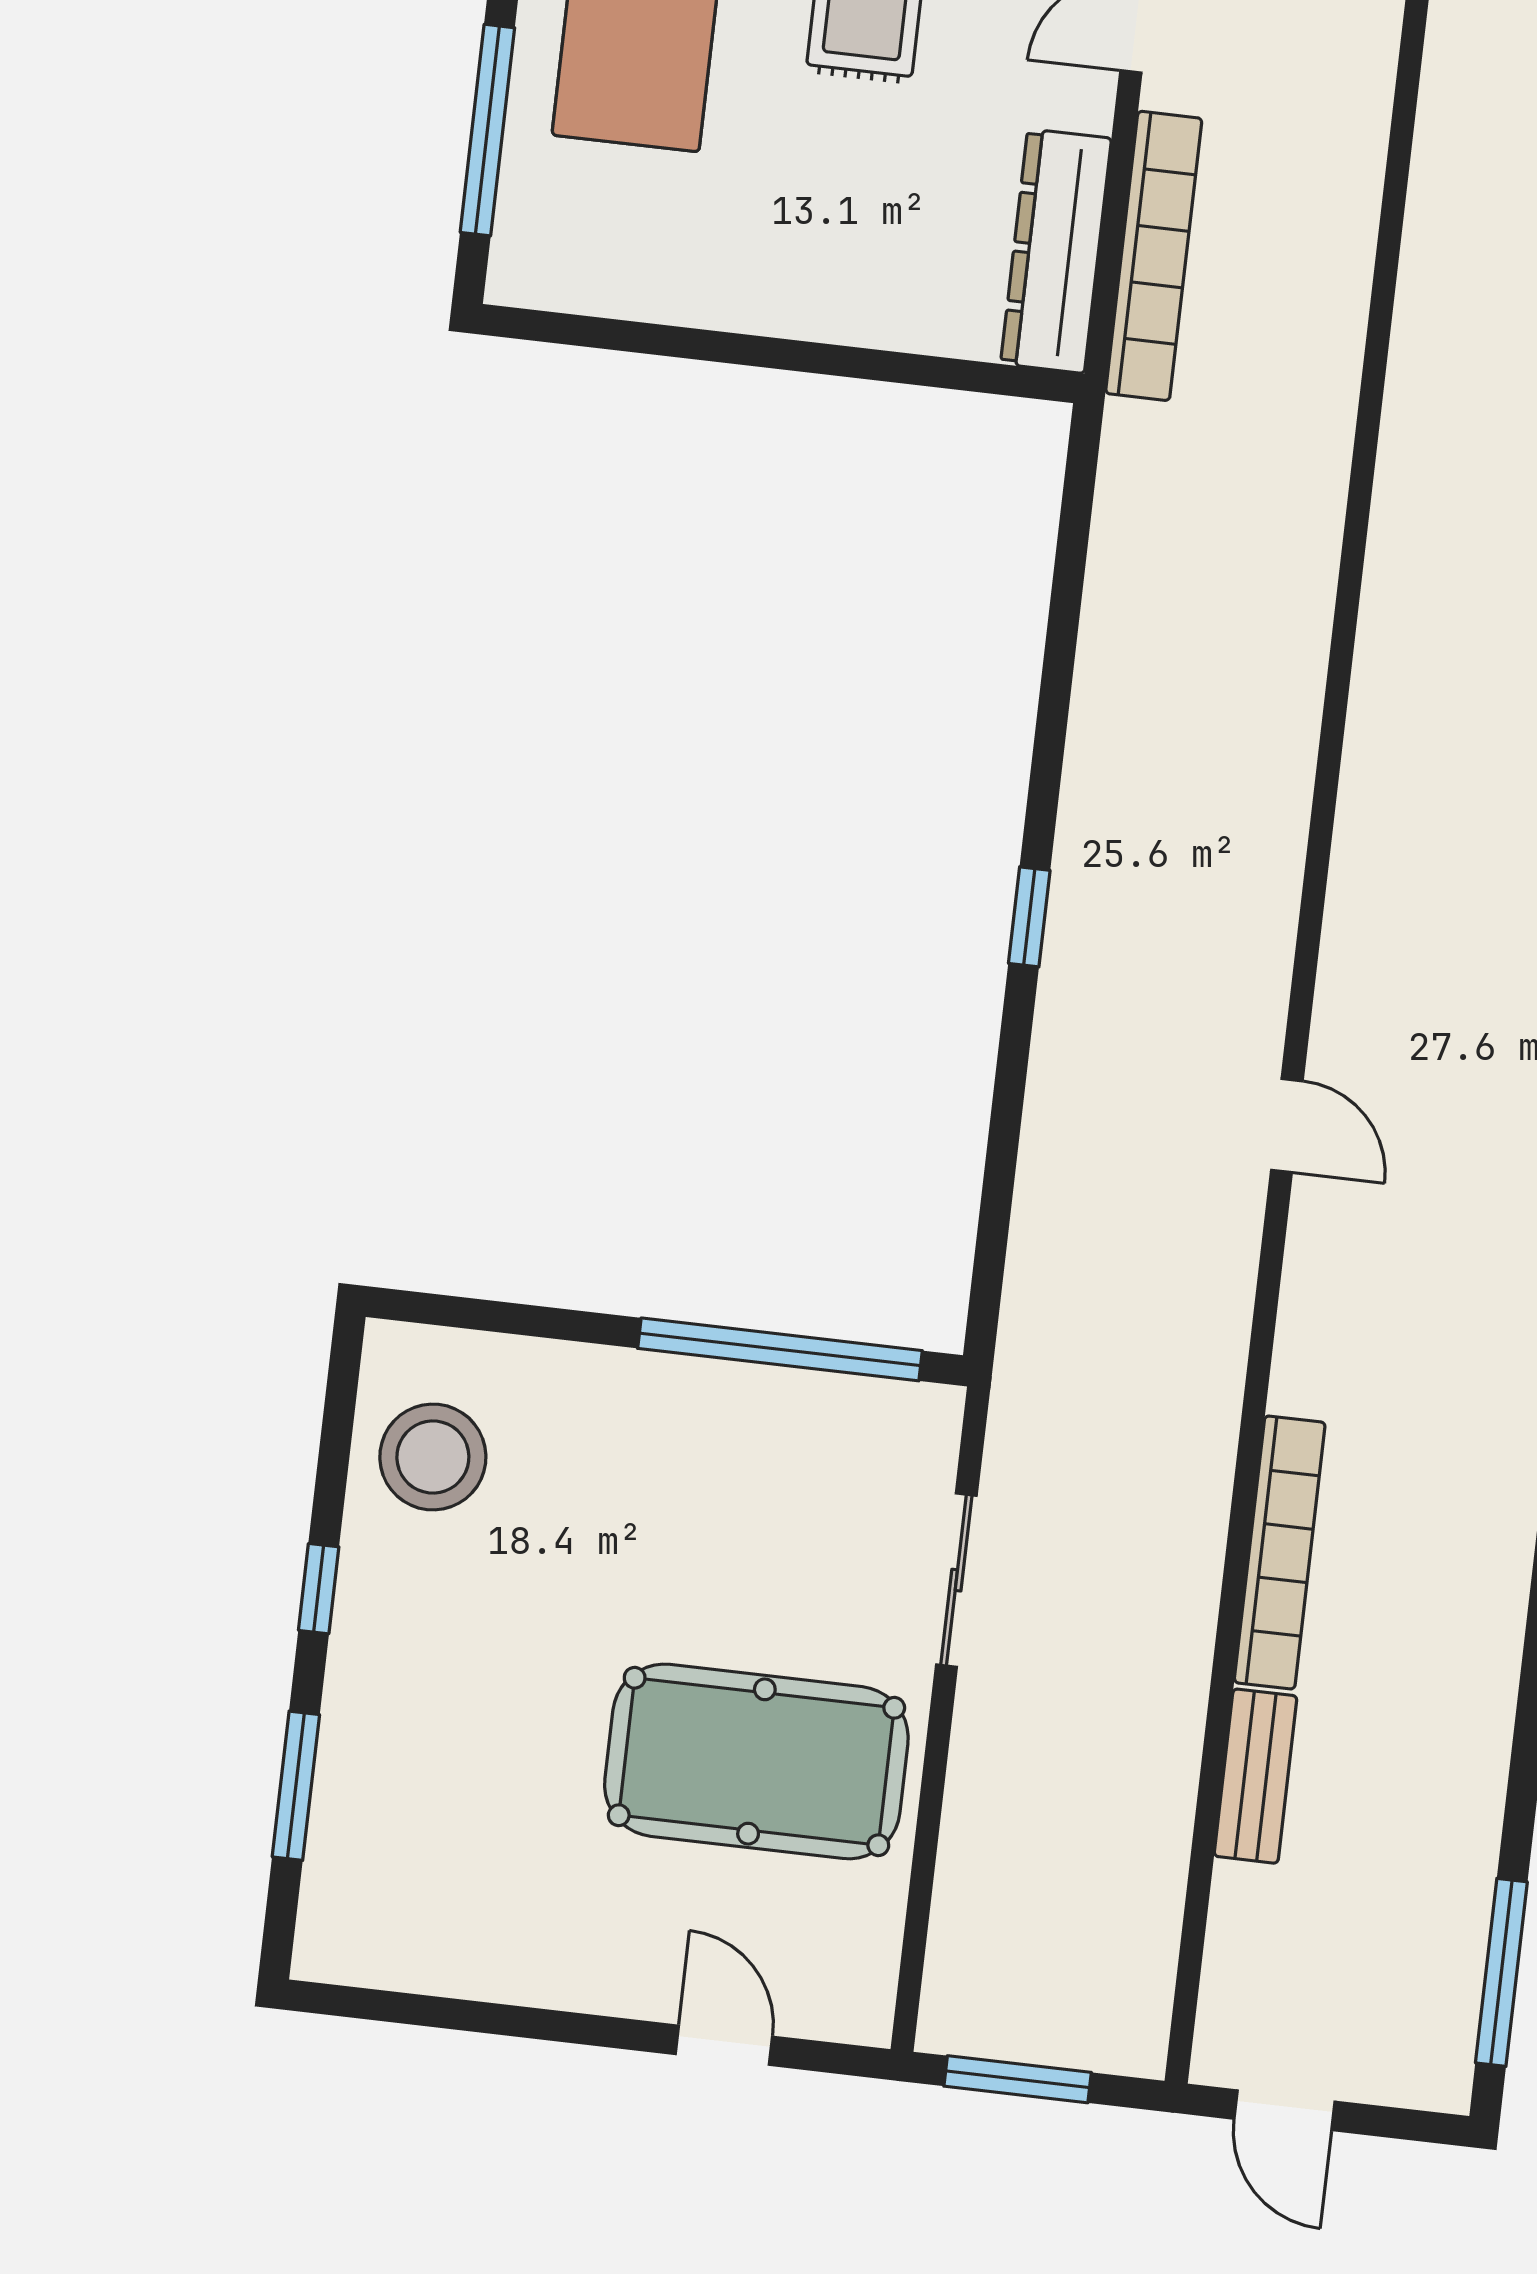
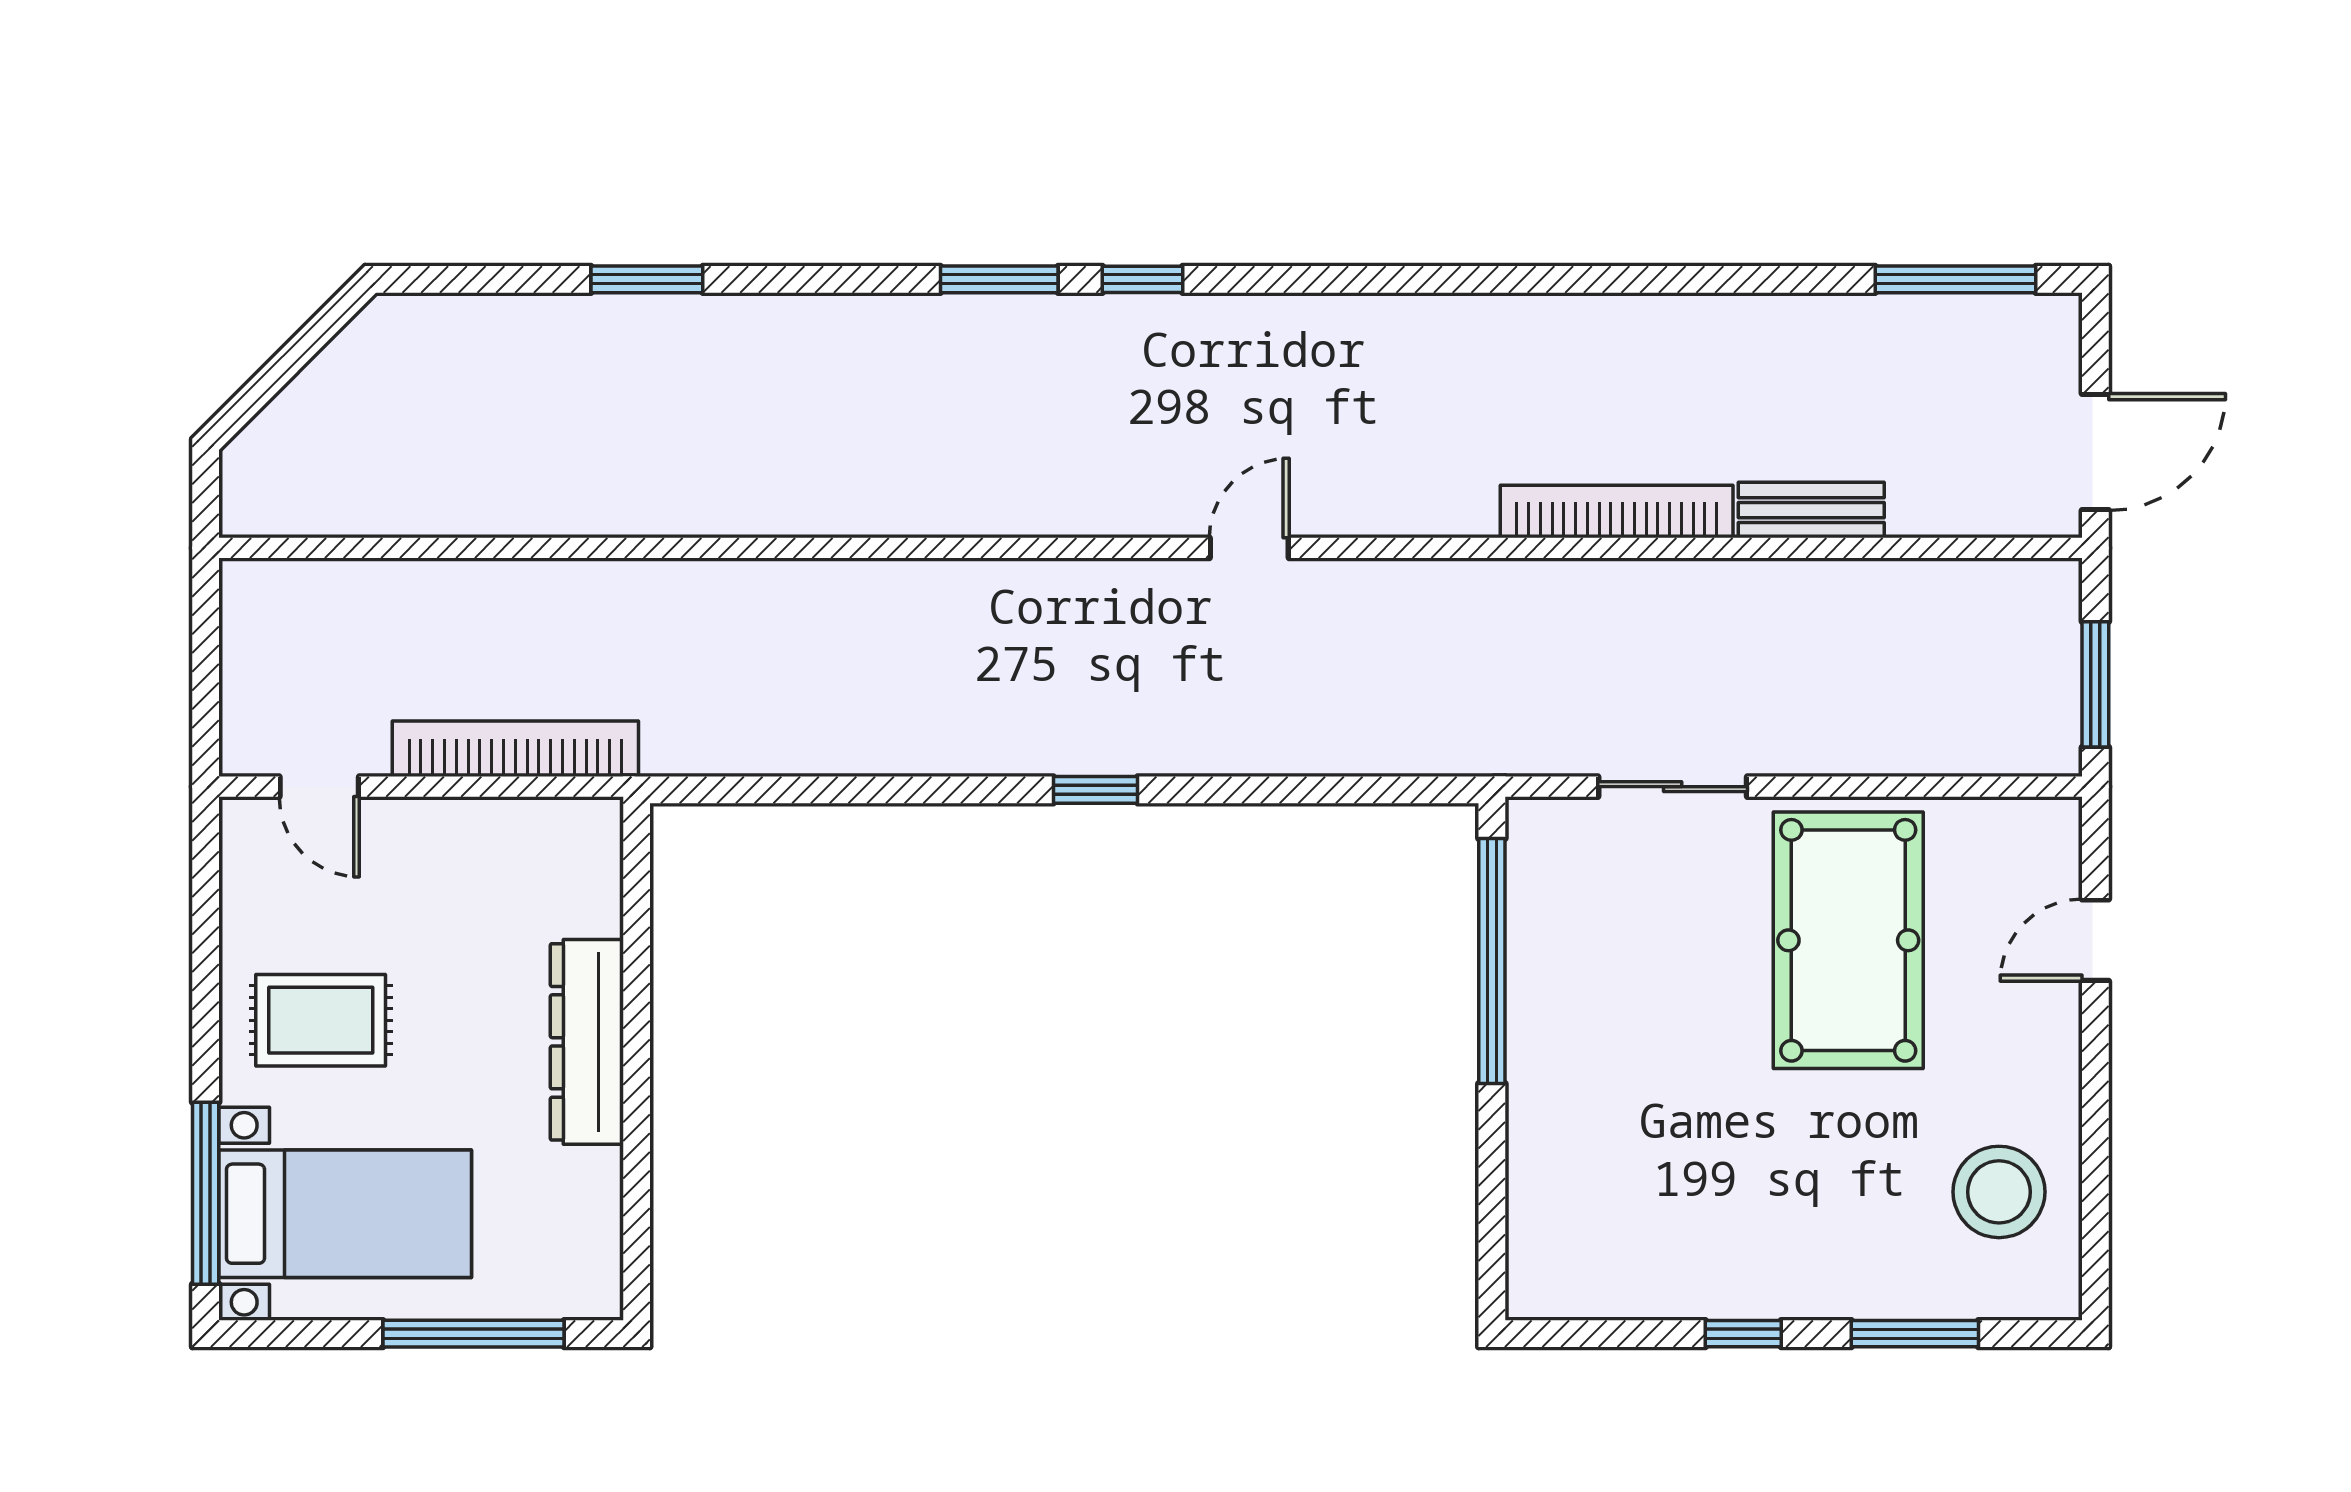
dresser: (1056, 251) -> (587, 1042), moved, turned 90
stool: (433, 1457) -> (1999, 1192), moved
door: (1284, 2110) -> (2095, 452), width x1.38

